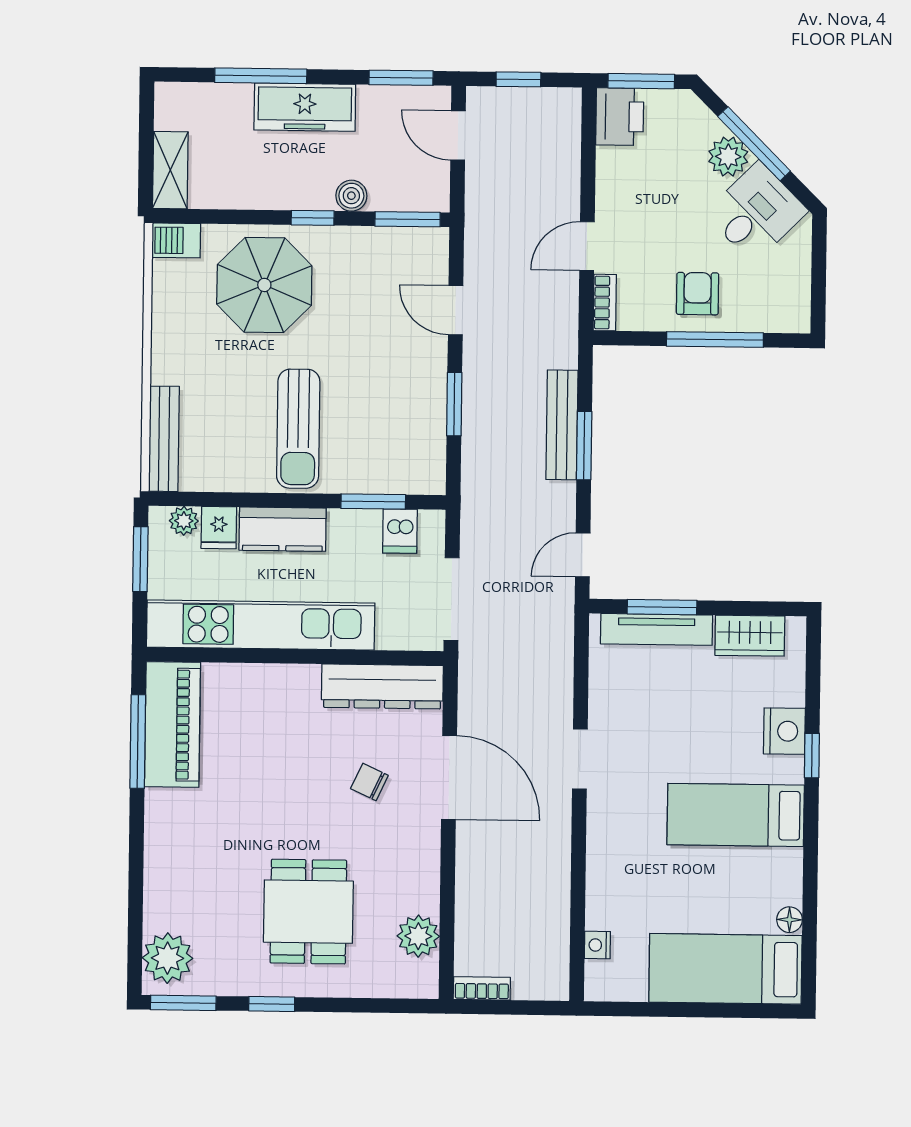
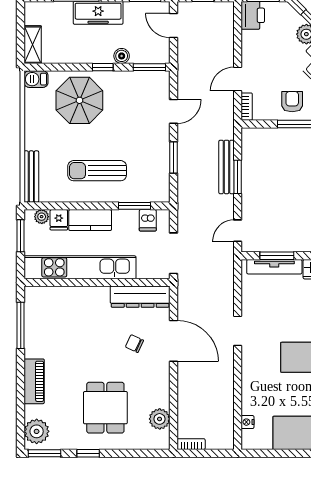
door: (456, 310) -> (174, 111), swing flipped
sun lounger: (298, 429) -> (97, 171), turned 90
piano: (172, 724) -> (34, 381), moved, width x0.73, depth x0.75

